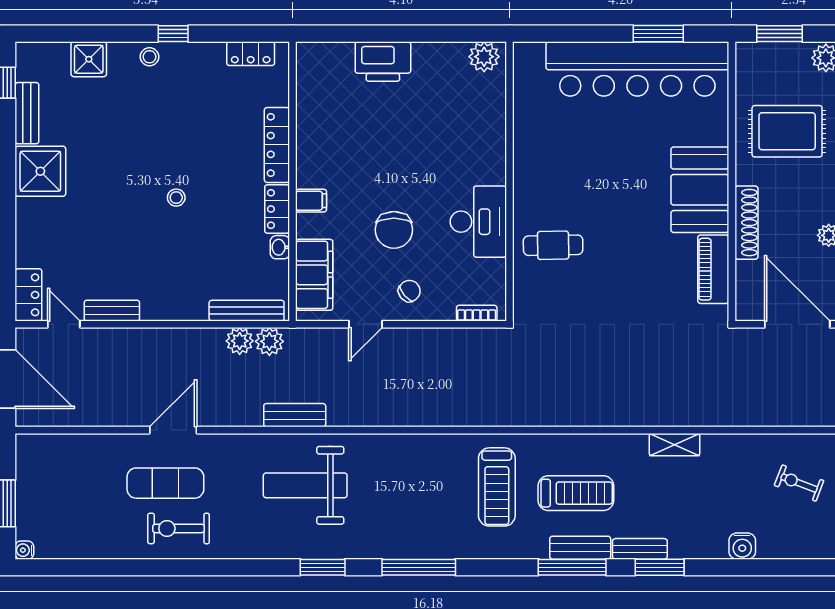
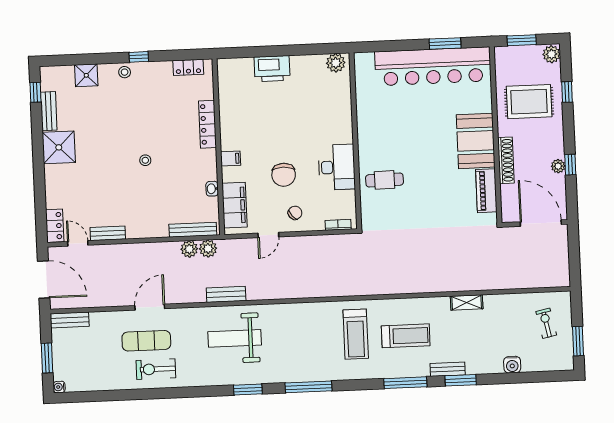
locker: (277, 209) -> (209, 165), removed
exercise bike: (799, 483) -> (546, 323), turned 57
bench: (580, 548) -> (70, 320), moved

